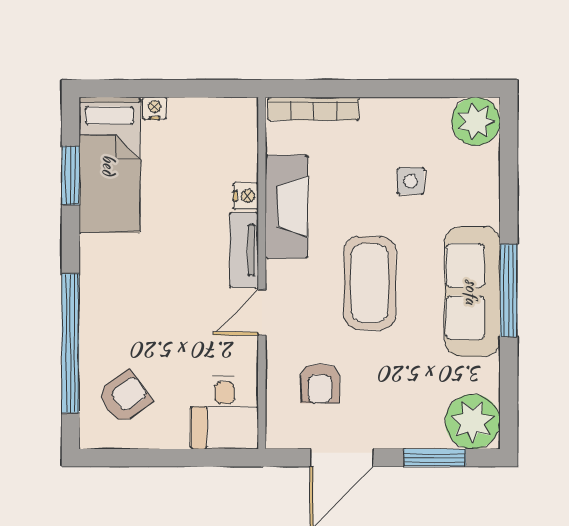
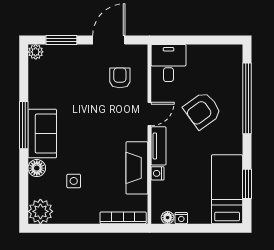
nightstand: (155, 108) -> (181, 218), moved
floor lamp: (226, 109) -> (168, 218), added
floor lamp: (483, 206) -> (37, 168), added
coffee table: (370, 283) -> (95, 129), removed
sofa: (472, 292) -> (42, 134), width x0.73
armchair: (125, 397) -> (202, 110), moved, width x1.38, depth x1.38
plant: (473, 422) -> (36, 52), width x0.53, depth x0.53

